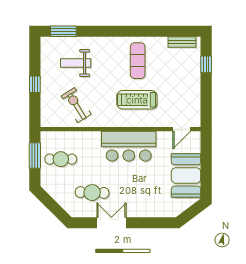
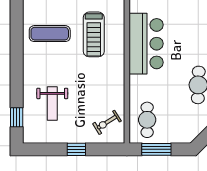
window: (63, 31) -> (17, 117), width x0.67
exercise bike: (76, 105) -> (107, 122), moved, width x0.73, depth x0.72
cafe table: (61, 159) -> (147, 120), moved

